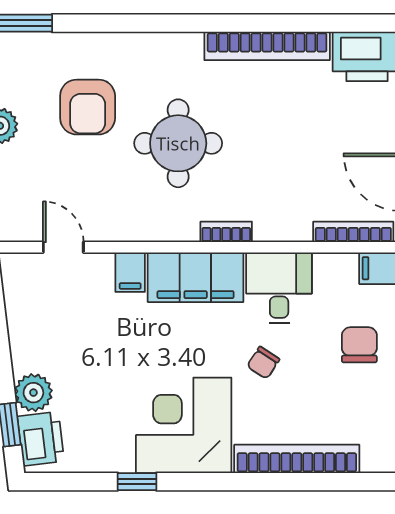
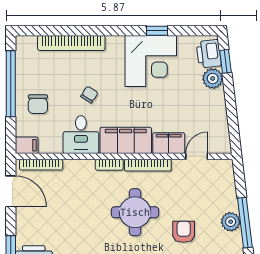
armchair: (88, 107) -> (184, 232), width x0.72, depth x0.72
bookcase: (154, 231) -> (148, 165), added
door: (63, 247) -> (197, 156), swing flipped
filing cabinet: (130, 272) -> (169, 143), width x2.00
corner desk: (184, 425) -> (151, 61), moved

